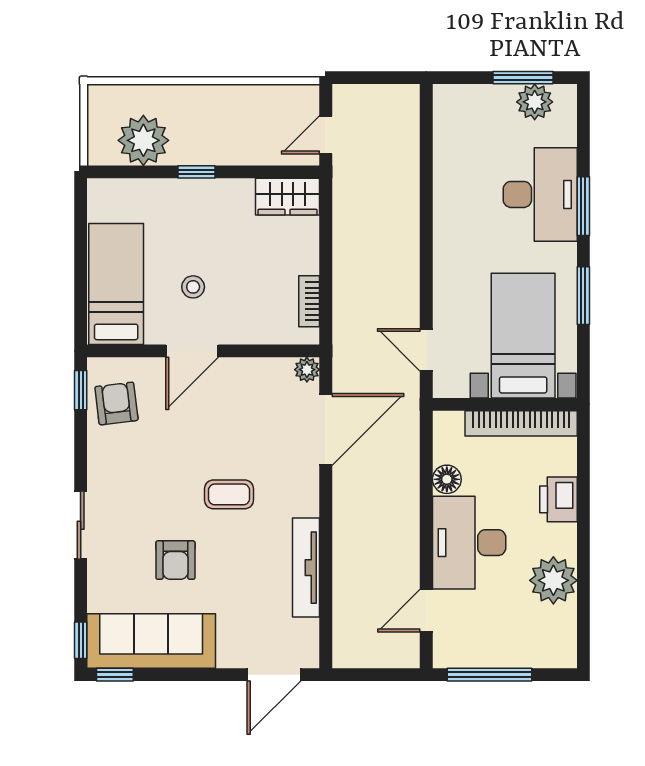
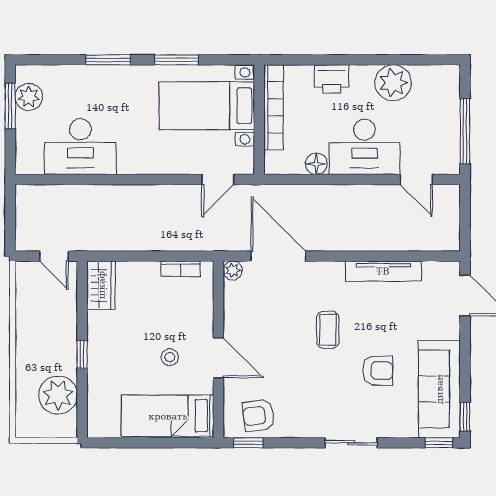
desk: (540, 194) -> (80, 147), moved, turned 180

